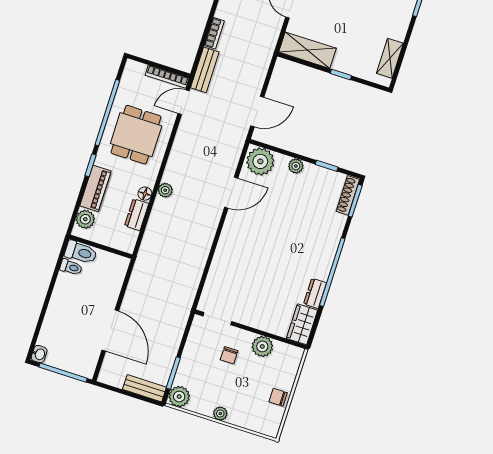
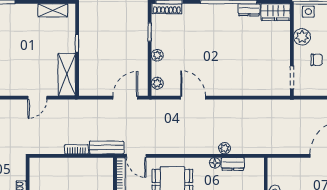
door: (257, 112) -> (125, 98), hinge flipped
plant: (260, 161) -> (157, 83), width x0.53, depth x0.53
plant: (165, 190) -> (225, 148), moved
side table: (290, 364) -> (308, 12), added

